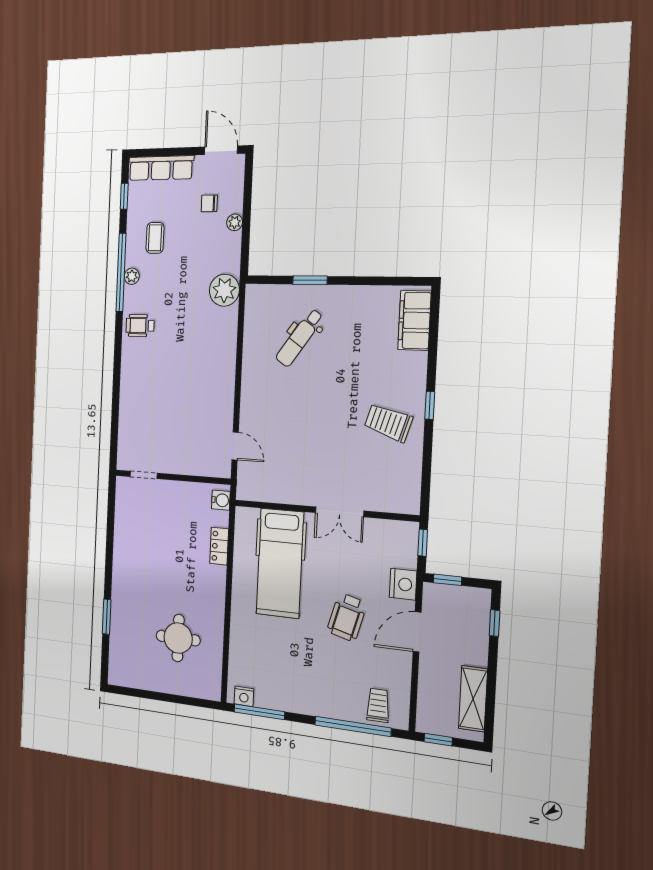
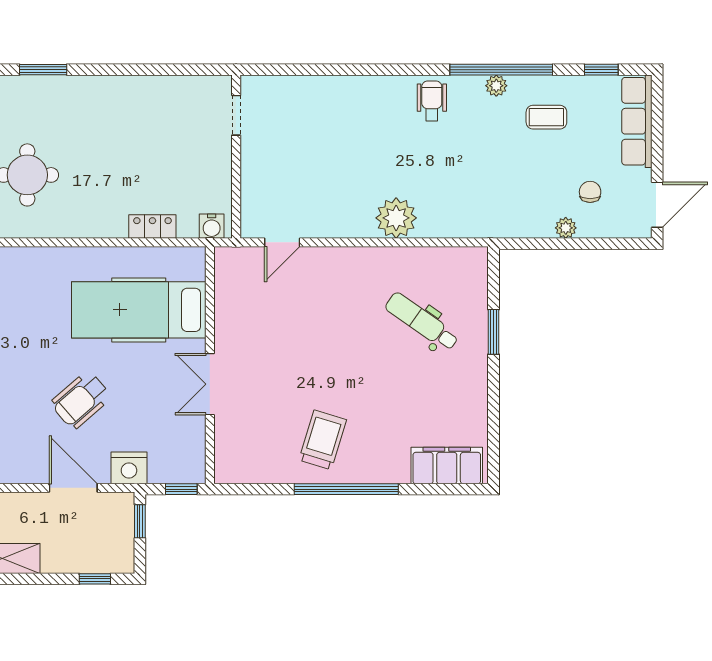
plant: (224, 290) -> (396, 218), moved
window: (430, 405) -> (346, 489), width x3.17
wheelchair: (347, 617) -> (81, 400), turned -56

